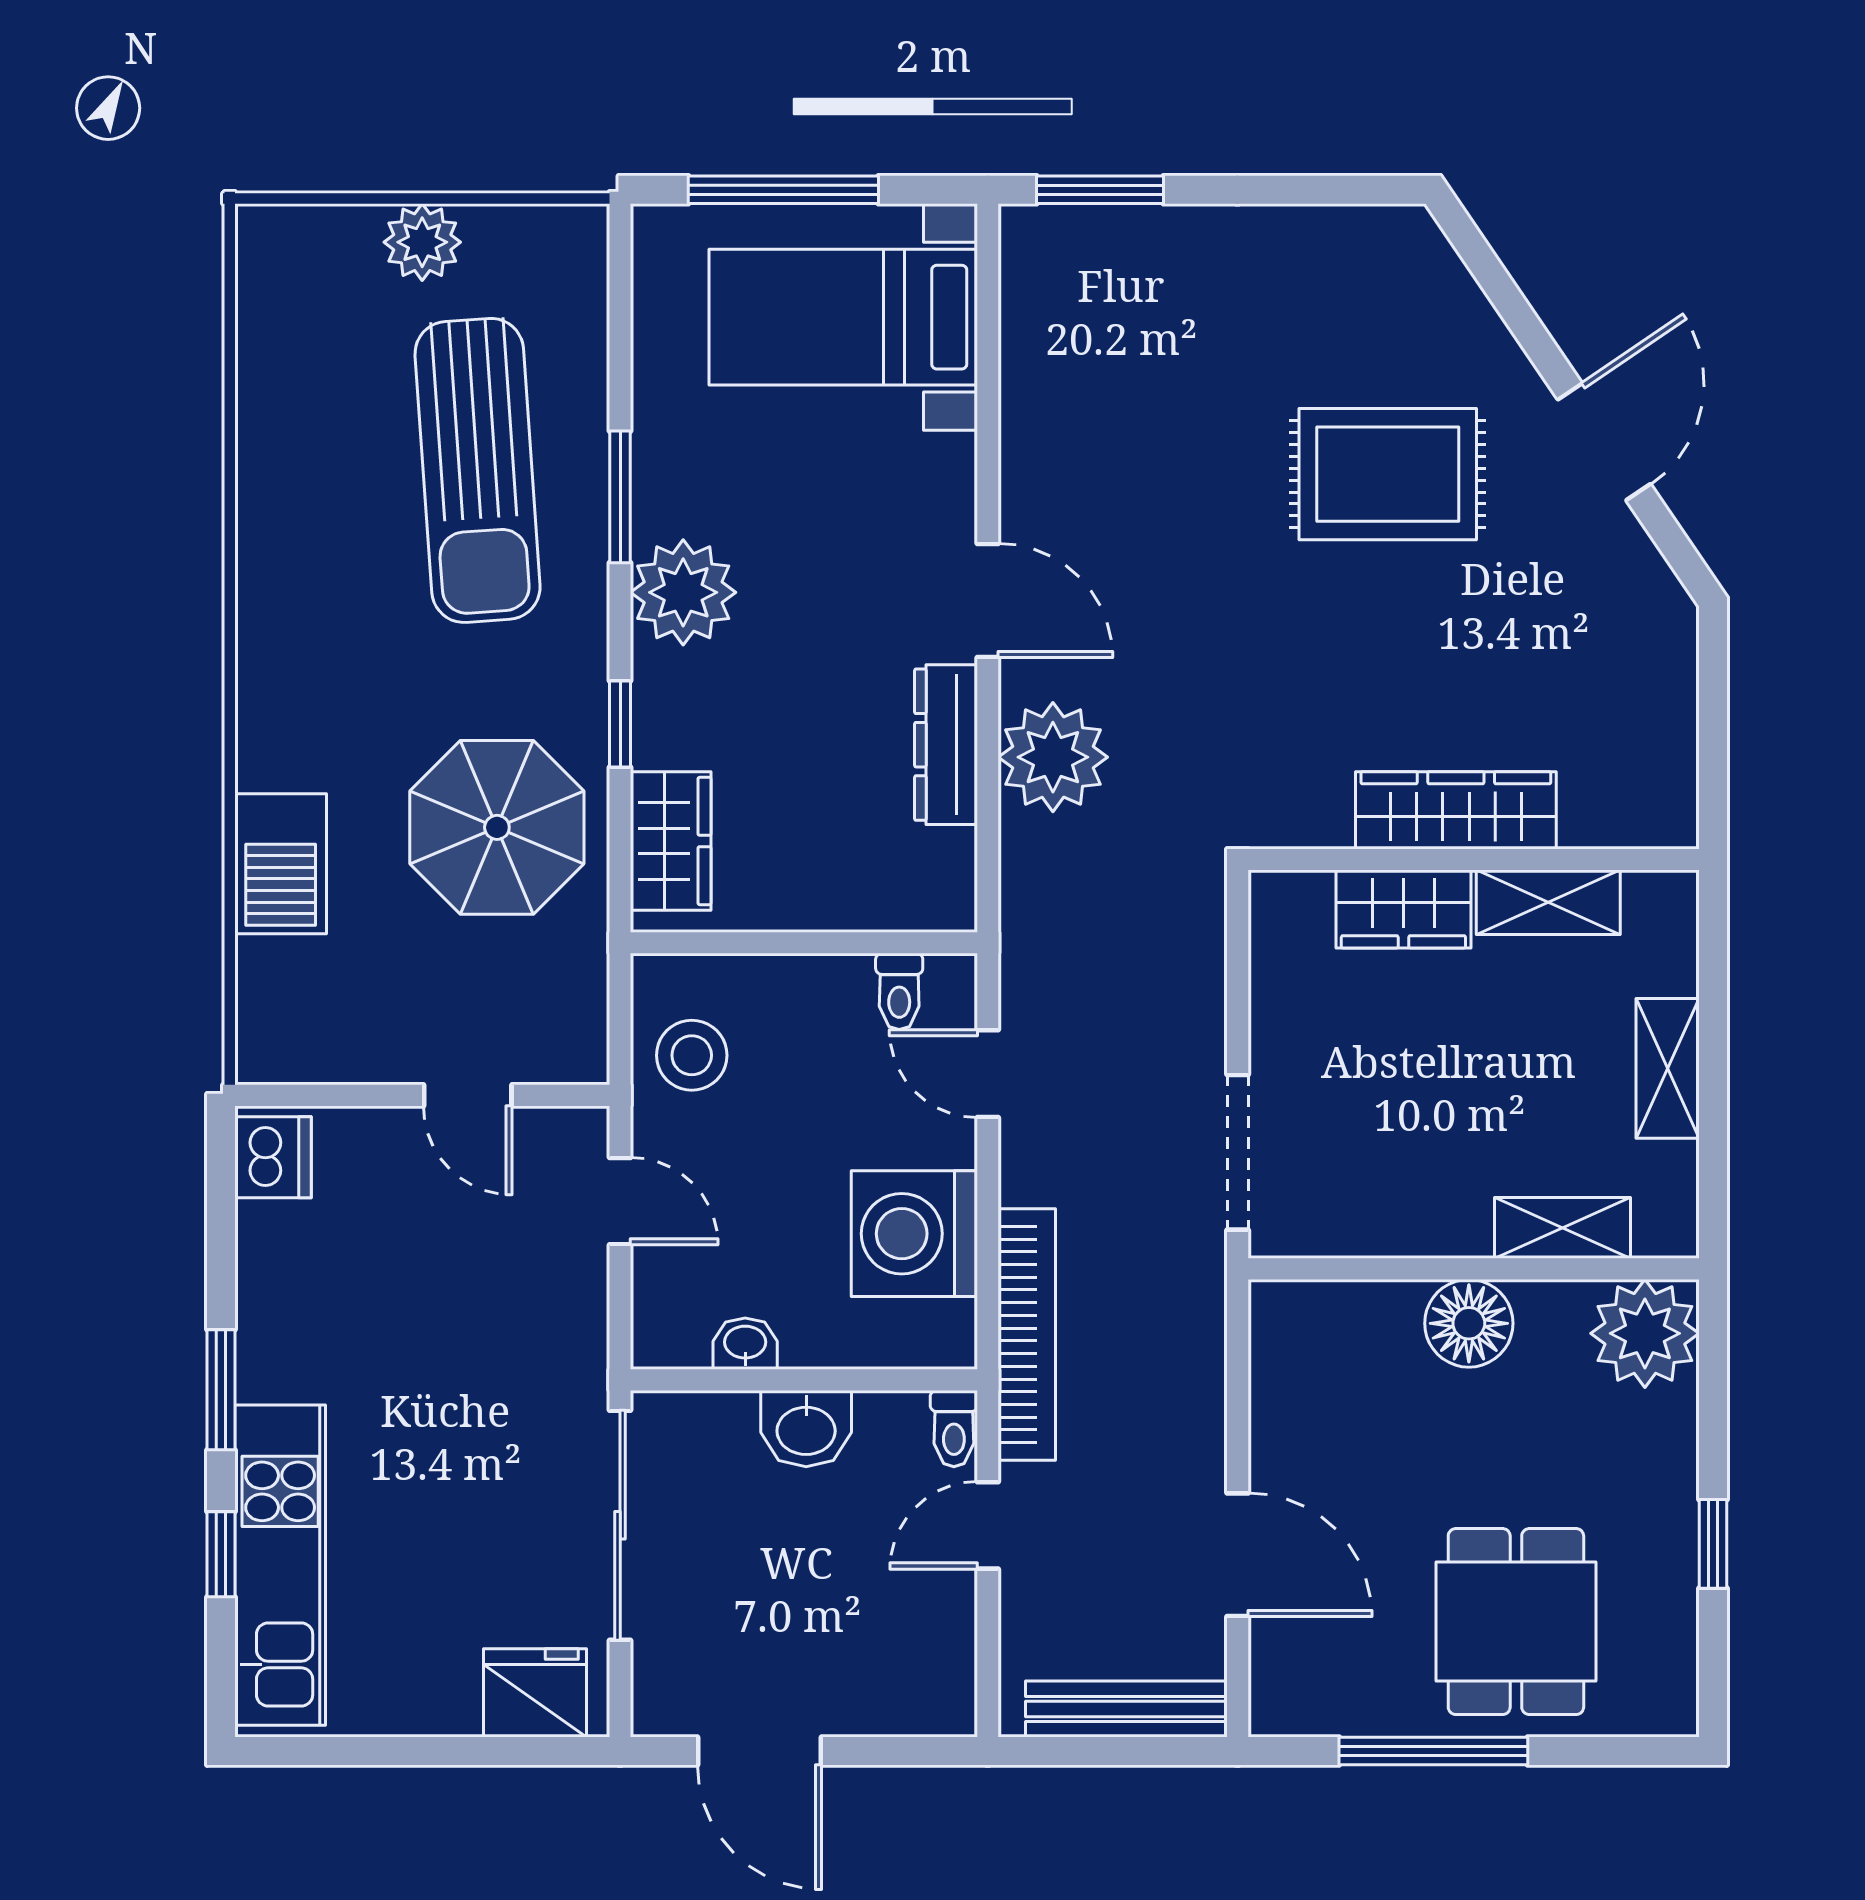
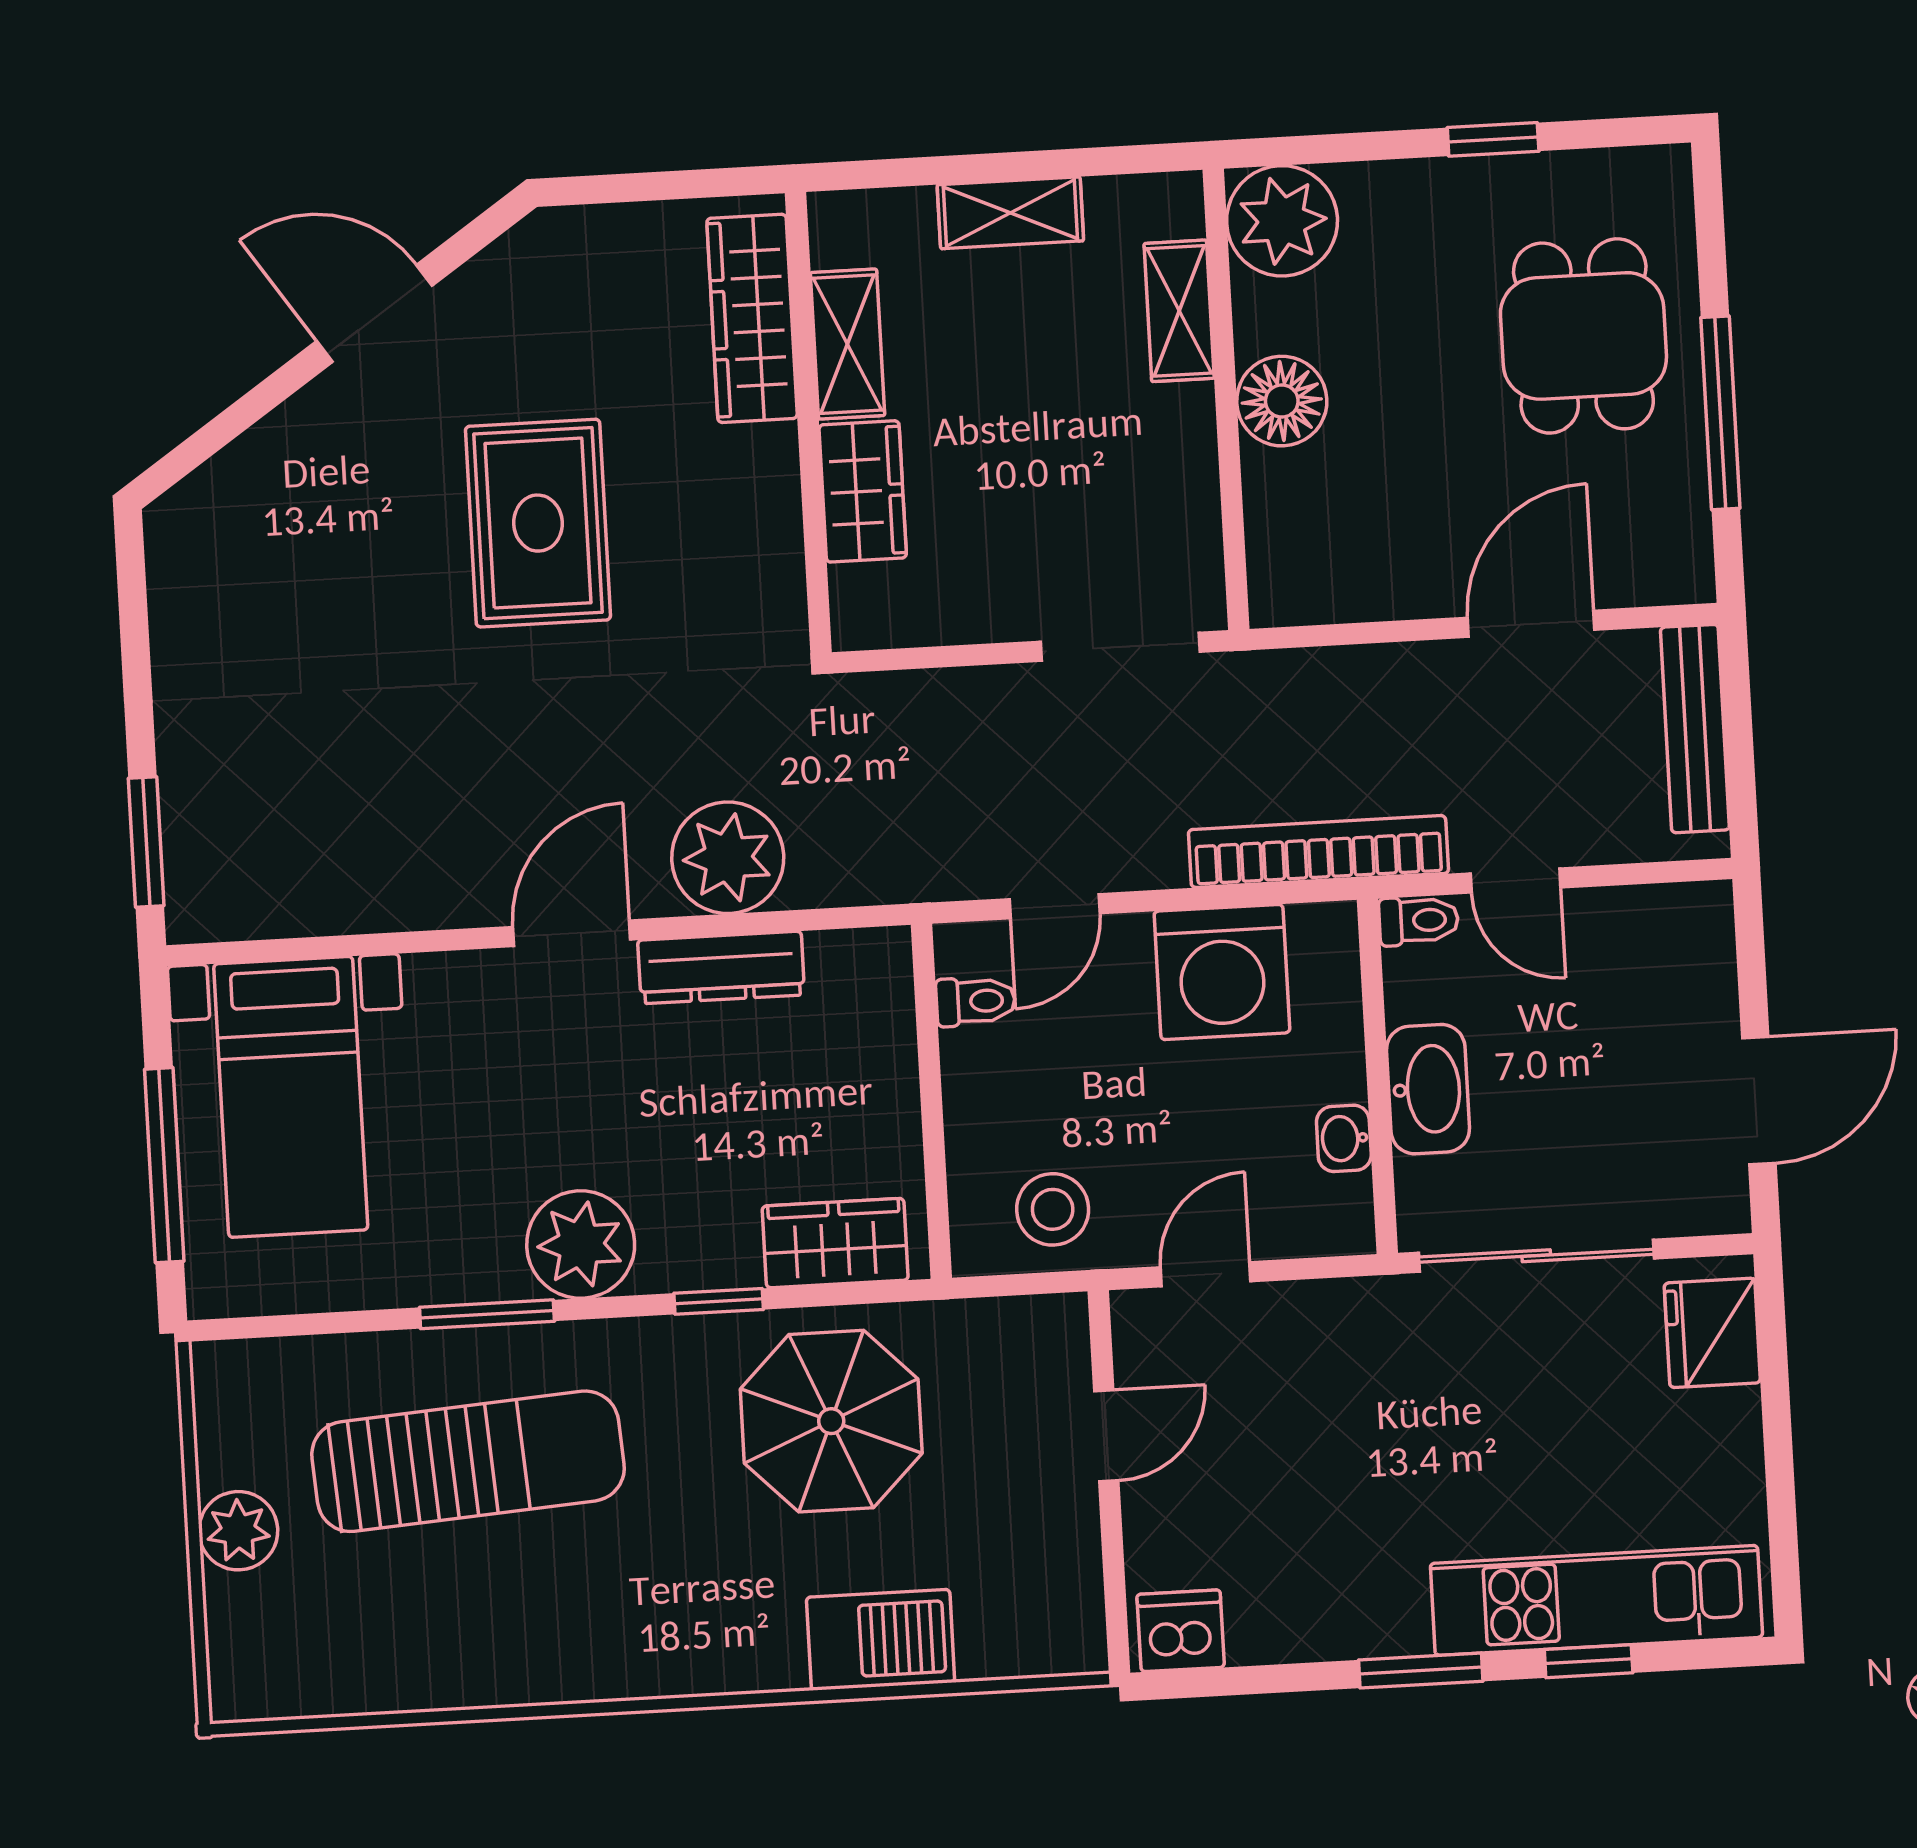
rug: (1388, 474) -> (538, 523), moved
wardrobe: (1456, 810) -> (752, 318), moved
washbasin: (806, 1429) -> (1428, 1089), width x1.38
dining table: (1516, 1622) -> (1583, 336), turned 90

